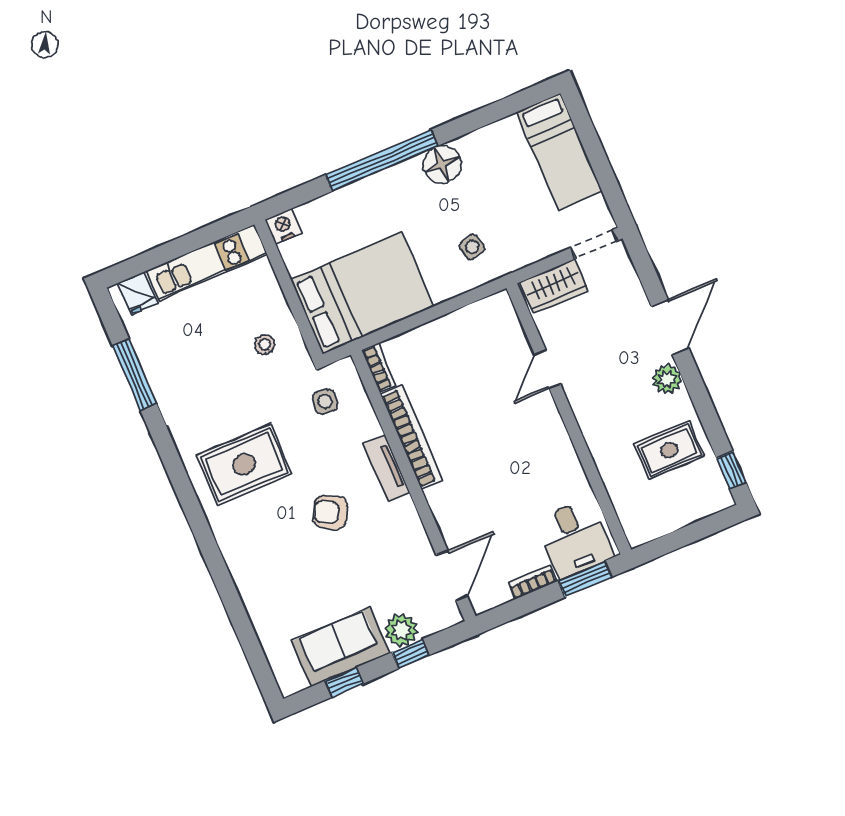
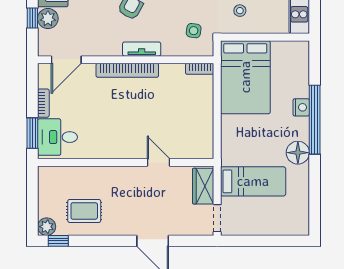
bed: (559, 152) -> (253, 181), moved, turned 180
nightstand: (283, 226) -> (301, 107), moved
side table: (472, 247) -> (245, 150), removed
plant: (667, 379) -> (47, 227), moved
bookcase: (411, 437) -> (127, 70), moved
rug: (669, 450) -> (84, 211), turned 90
door: (452, 576) -> (66, 60), hinge flipped

